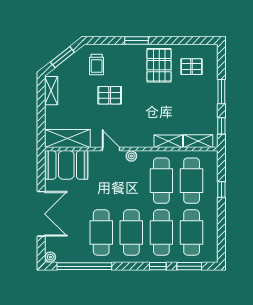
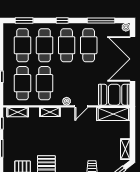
pallet: (110, 95) -> (82, 146), removed
shelving: (168, 141) -> (50, 112), moved
door: (111, 149) -> (81, 106), hinge flipped
double door: (41, 214) -> (133, 59), width x1.36
window: (84, 266) -> (101, 21), width x0.68
window: (158, 266) -> (62, 21), moved

